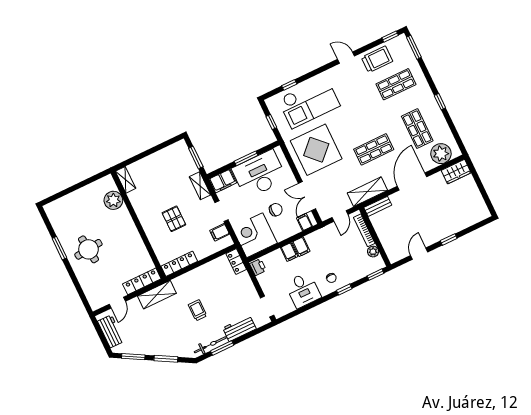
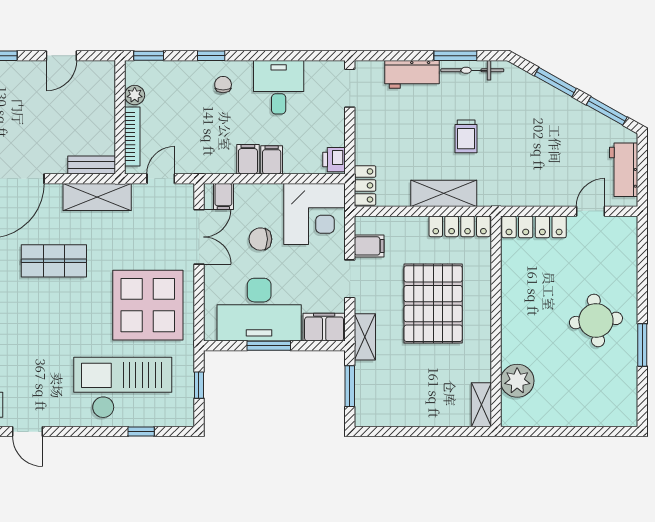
pallet: (174, 219) -> (433, 304), width x2.05, depth x2.00
shelving: (157, 295) -> (444, 193), moved

